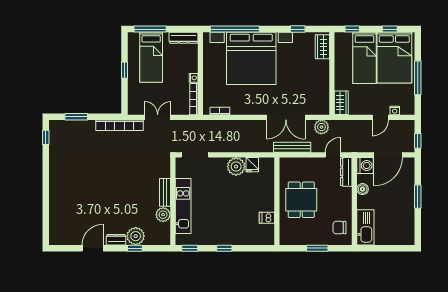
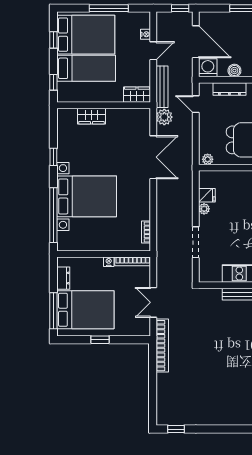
window: (298, 29) -> (53, 157), moved
dresser: (183, 38) -> (63, 278), width x0.70
wardrobe: (322, 47) -> (91, 116), moved
bed: (151, 57) -> (85, 310), width x1.50
bed with nightstands: (251, 58) -> (87, 196), width x0.73
window: (76, 117) -> (153, 394), removed
door: (380, 117) -> (153, 51), hinge flipped
bench: (292, 147) -> (162, 87), moved
doorway: (195, 155) -> (196, 242), moved
plant: (284, 165) -> (208, 159), added
plant: (236, 166) -> (204, 209), width x0.53, depth x0.53
dresser: (346, 172) -> (229, 89), moved

